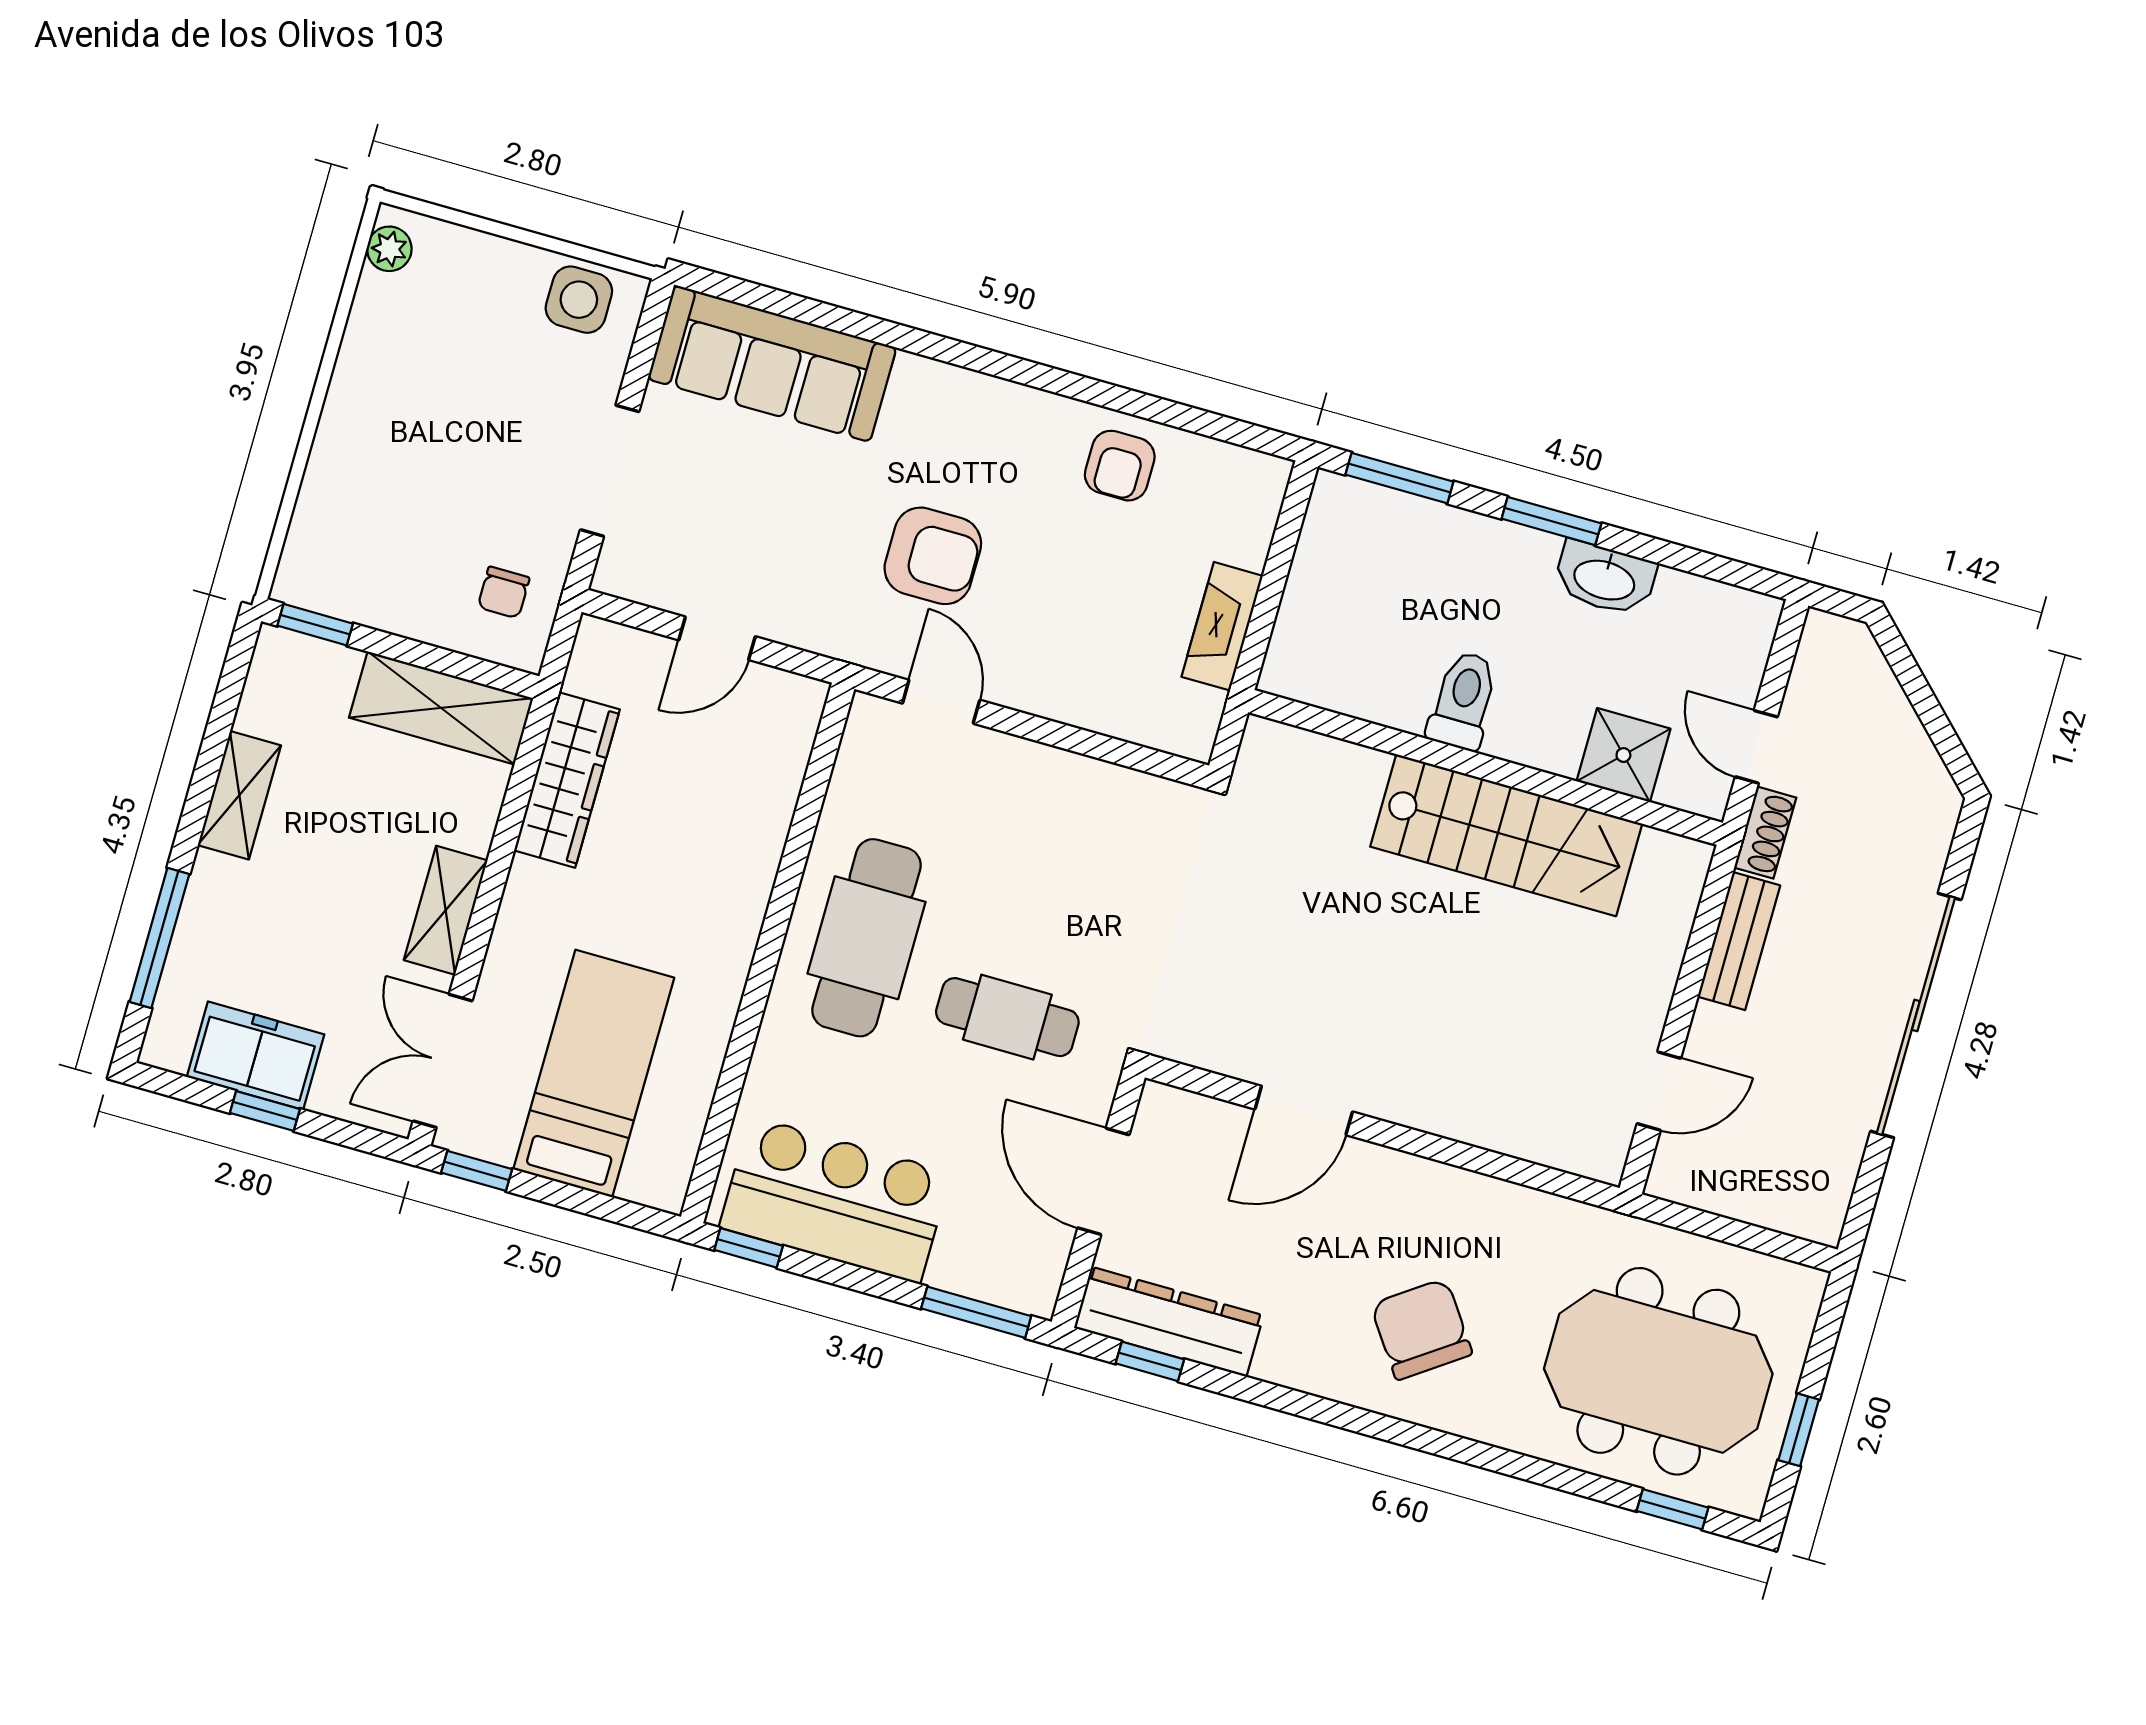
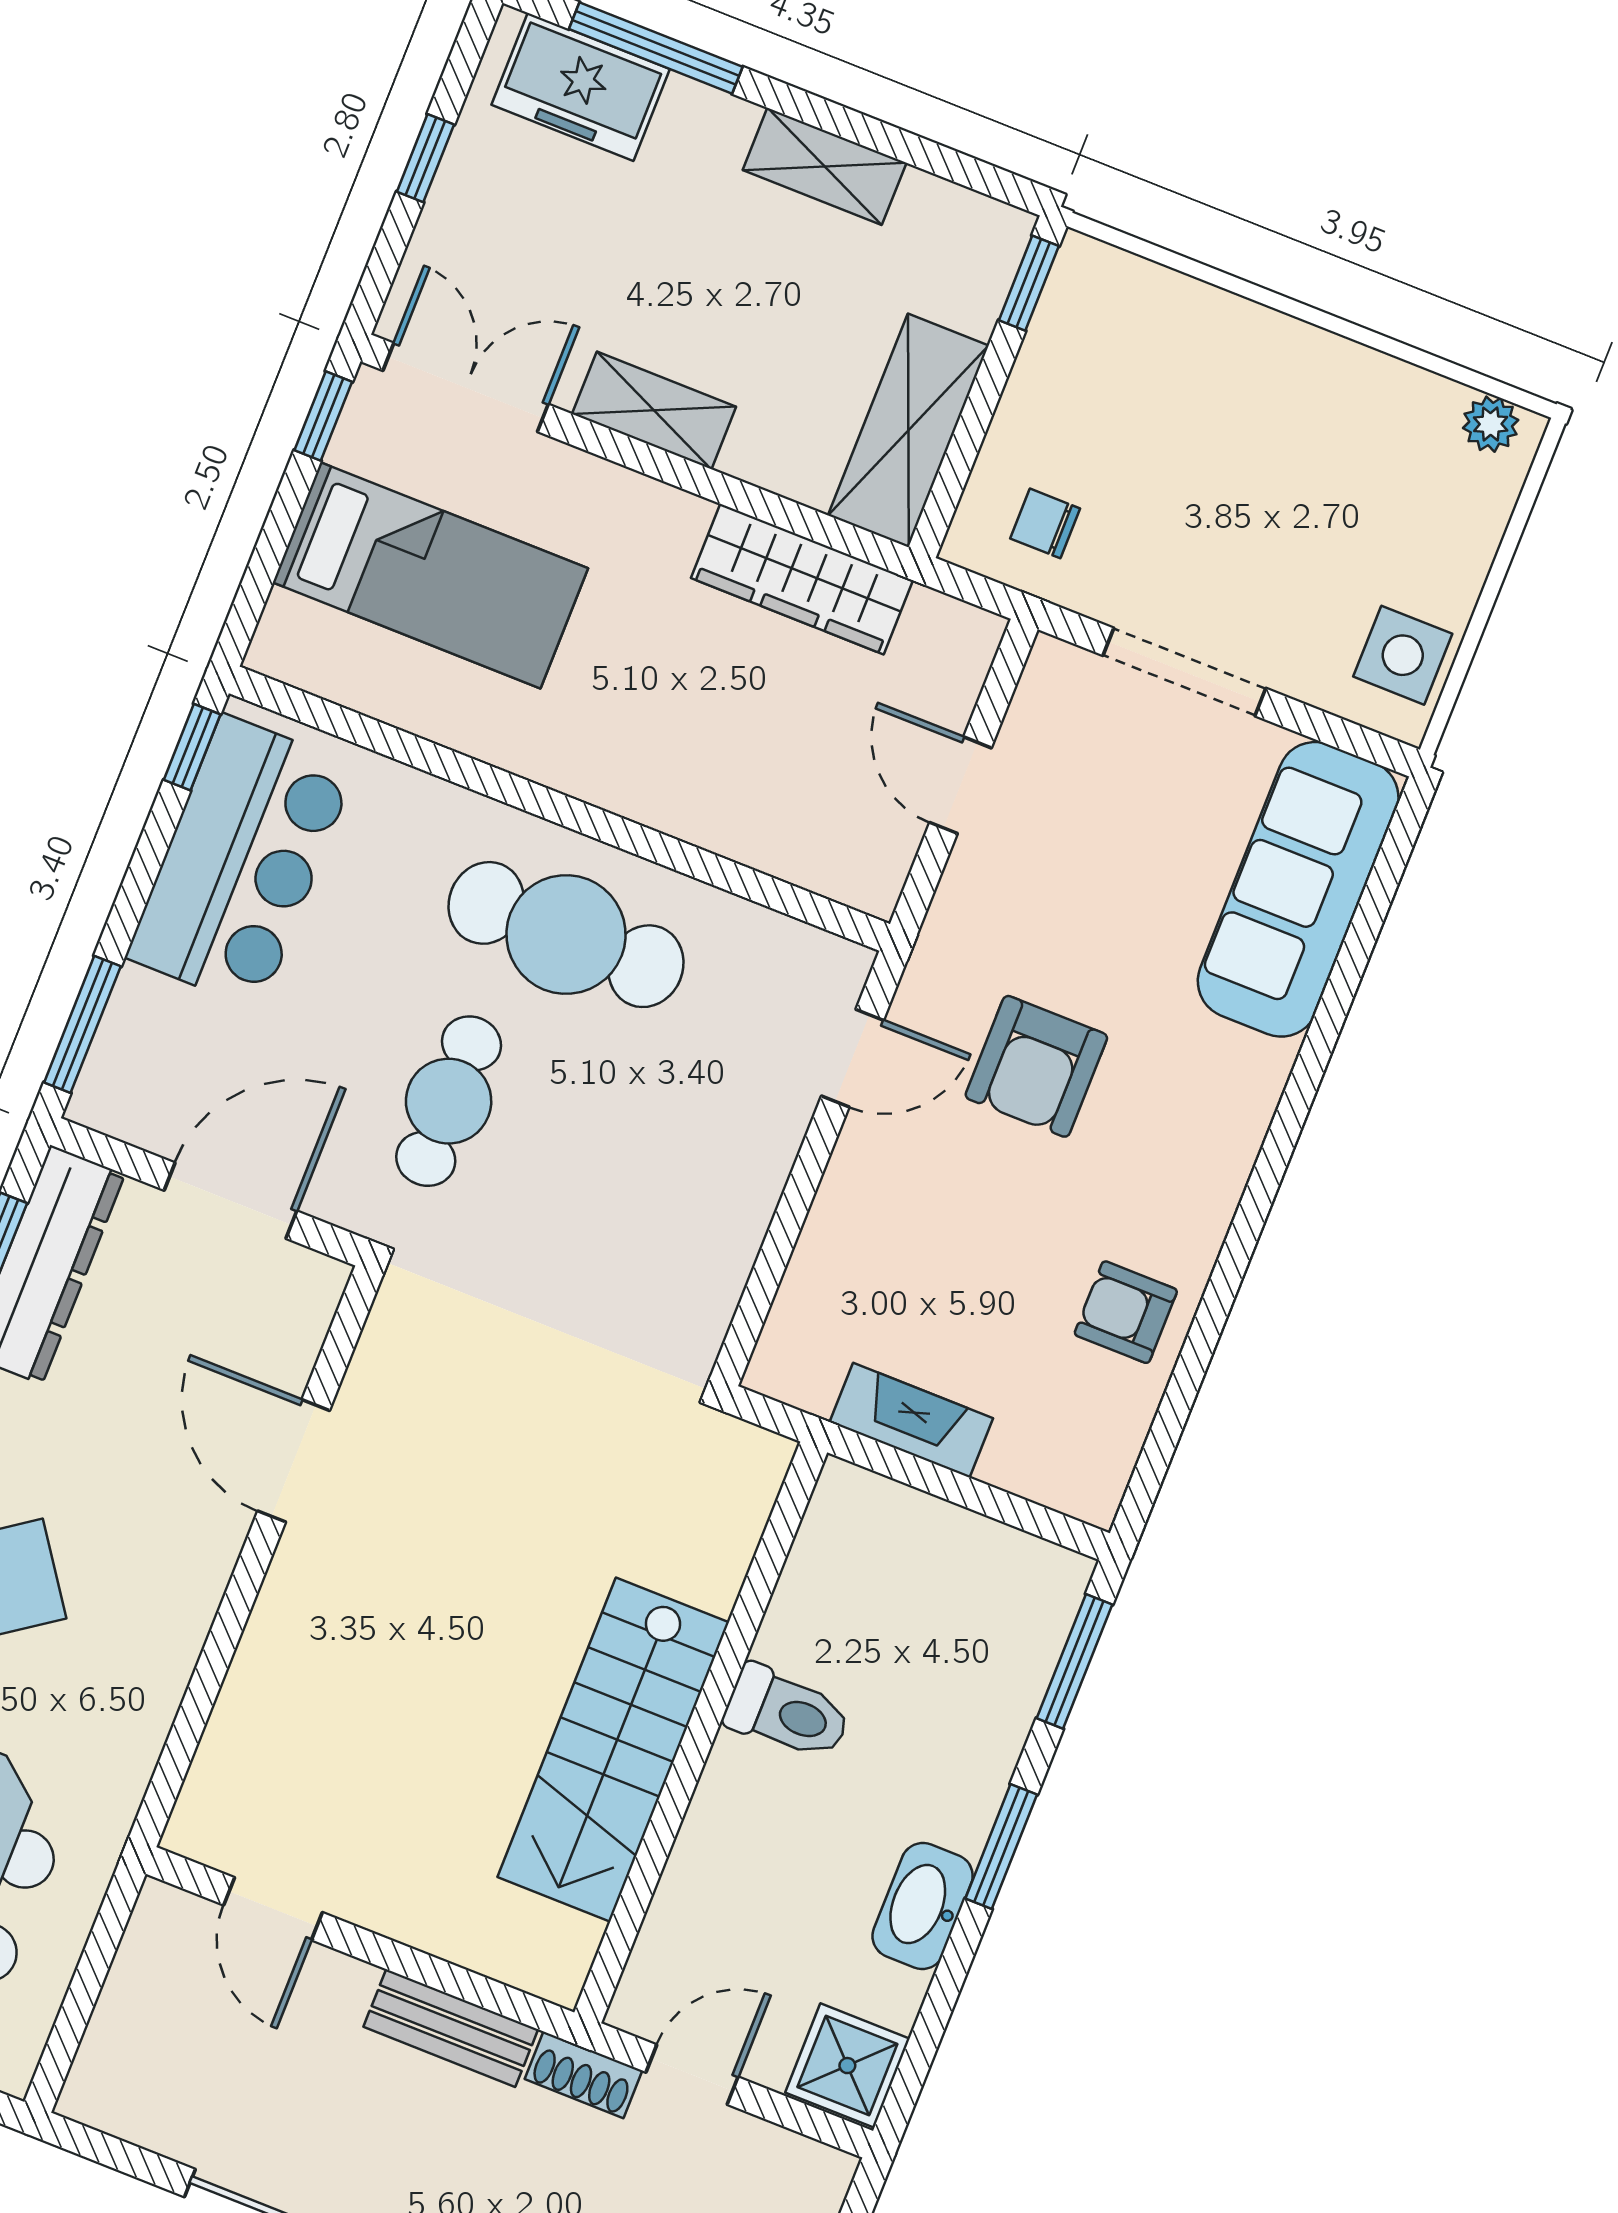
shower: (1623, 755) -> (847, 2066), moved
freezer: (255, 1056) -> (581, 87), moved, turned 90

